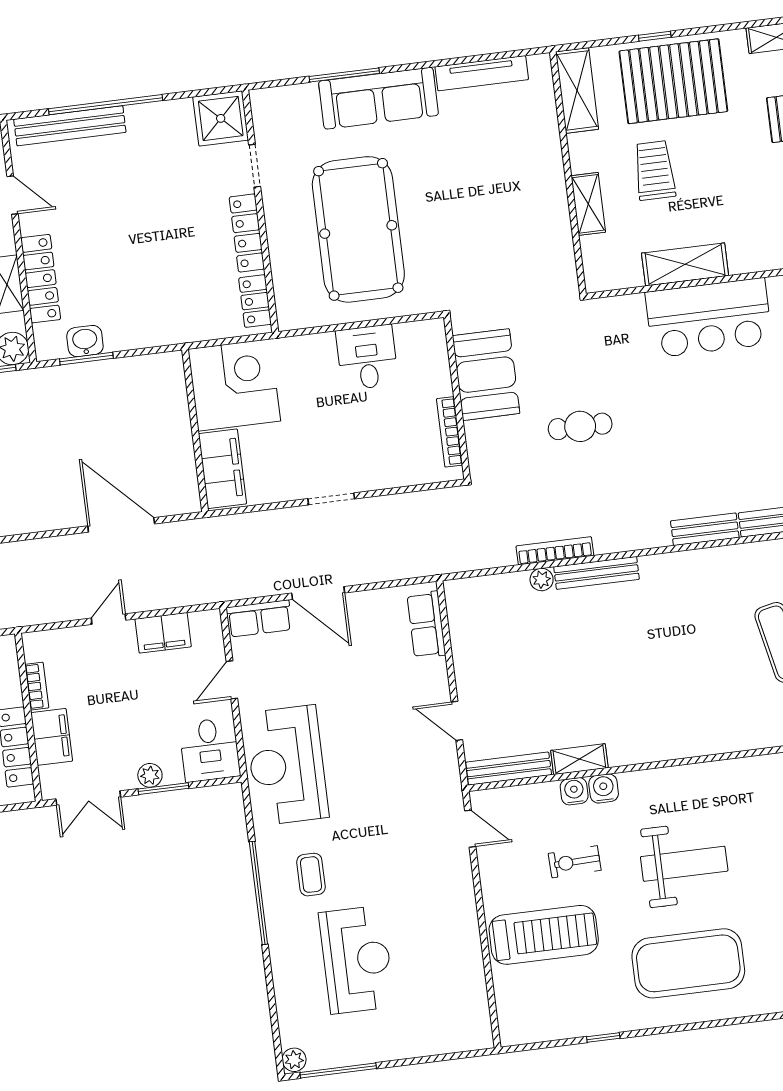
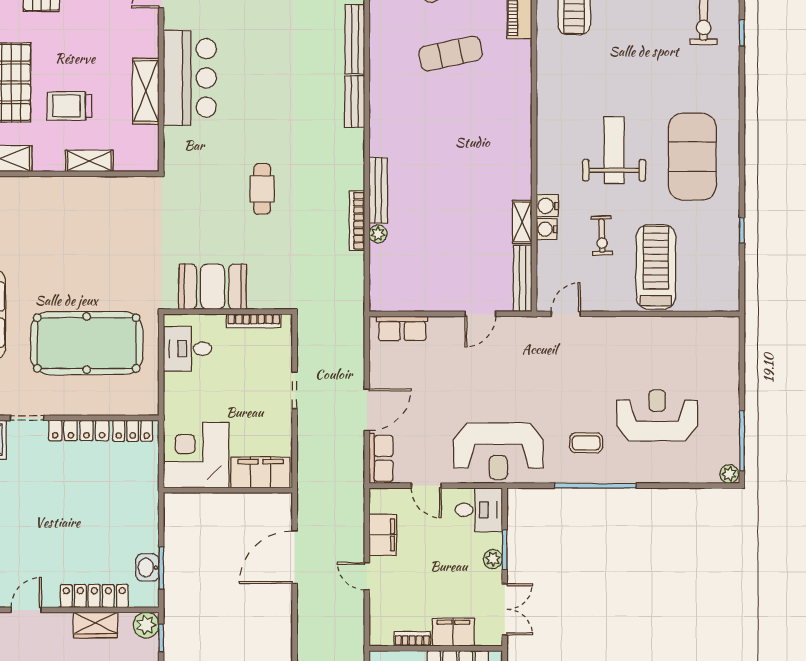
booth: (486, 375) -> (213, 287), moved
wall: (457, 398) -> (228, 312), moved
bookcase: (449, 432) -> (254, 321), moved

